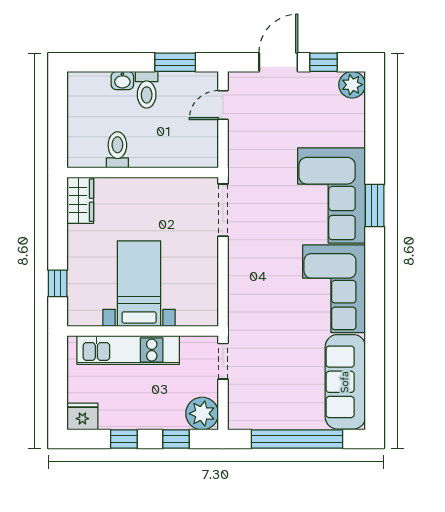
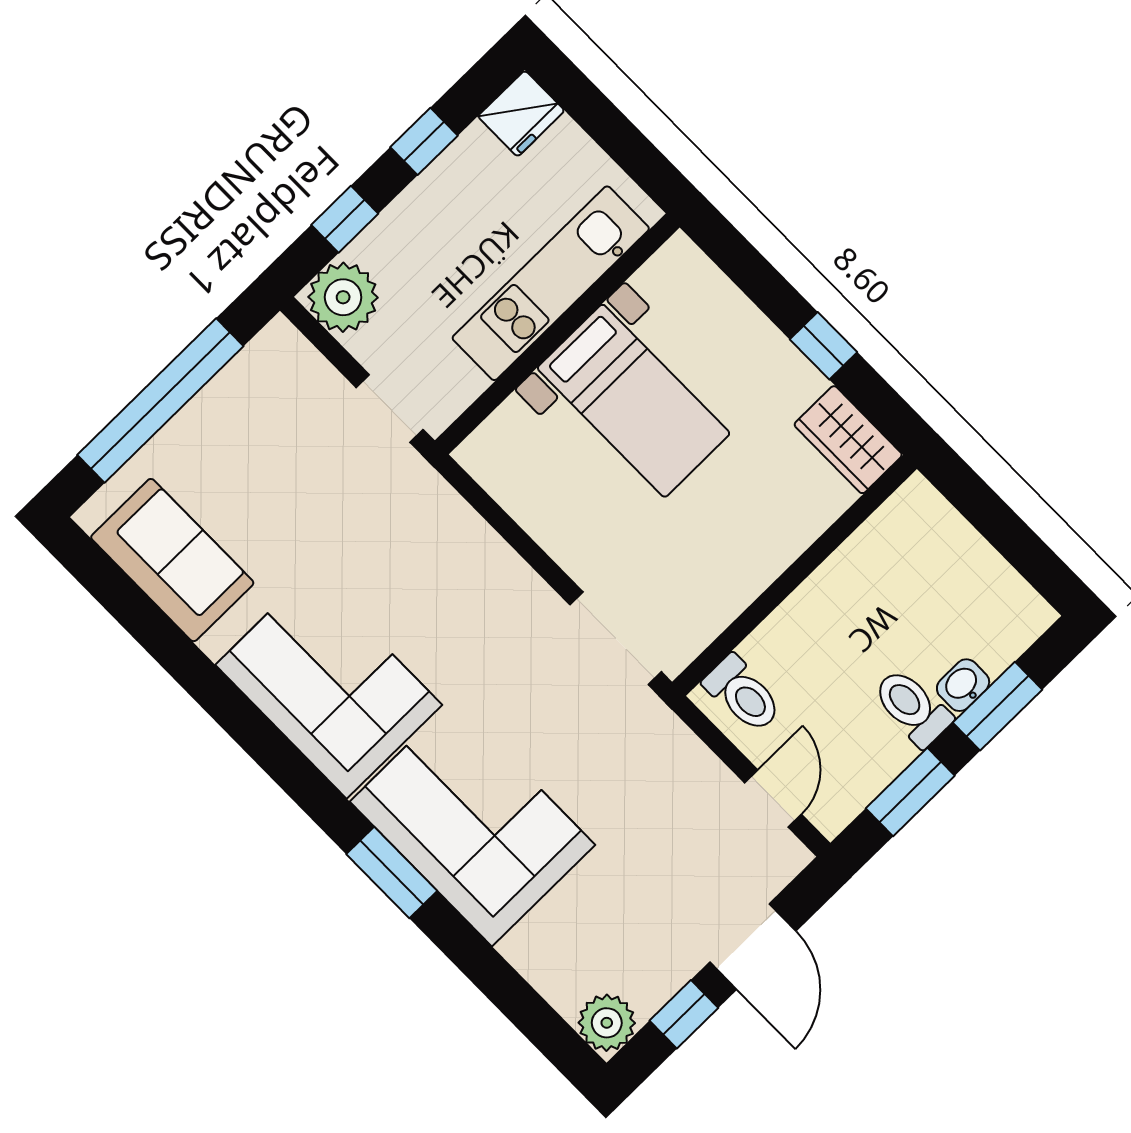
window: (118, 62) -> (998, 706), added
toilet: (117, 150) -> (743, 694), moved
window: (58, 283) -> (824, 346), moved
sofa: (345, 382) -> (172, 560), width x0.73

